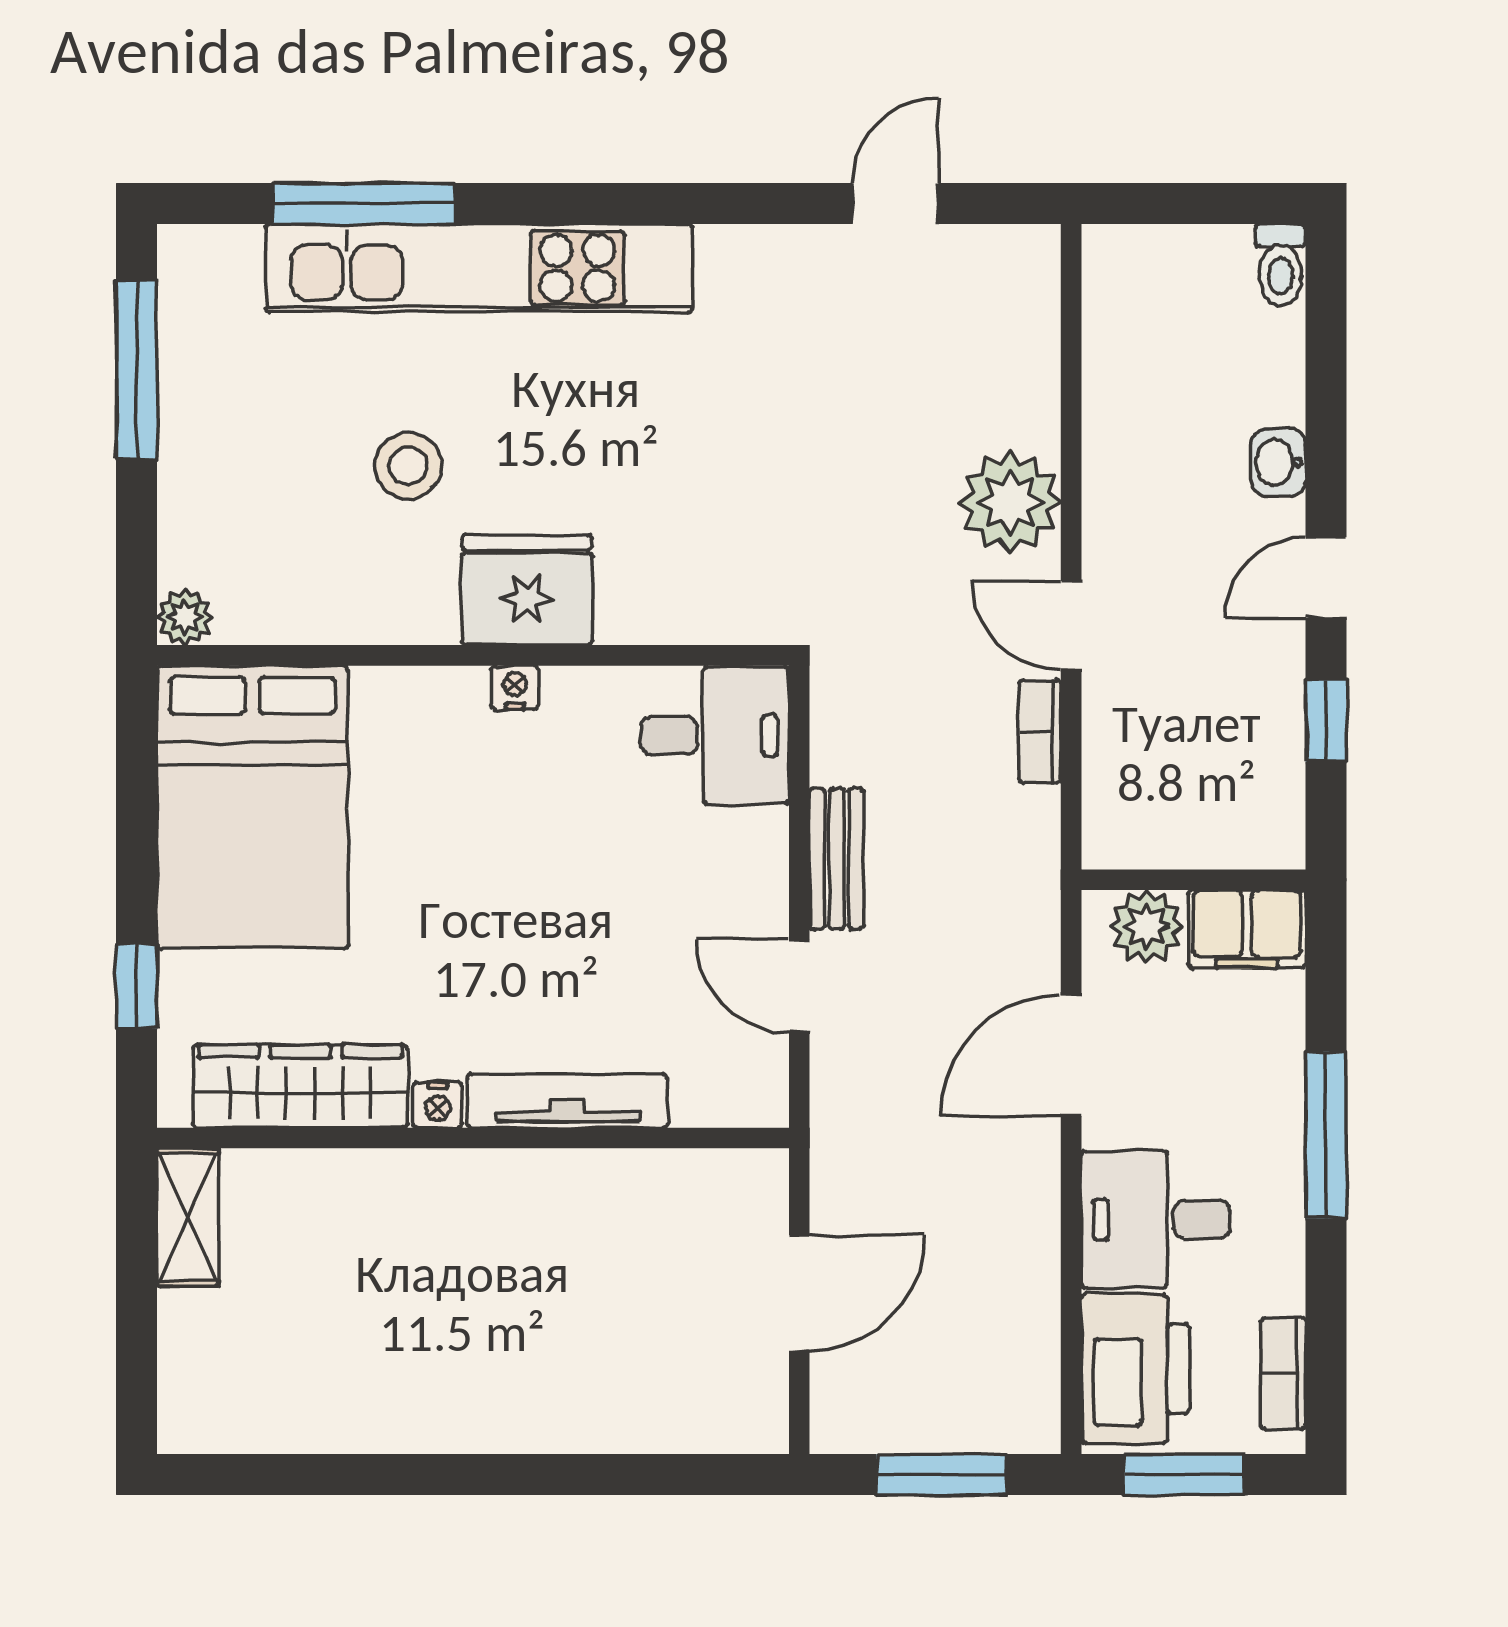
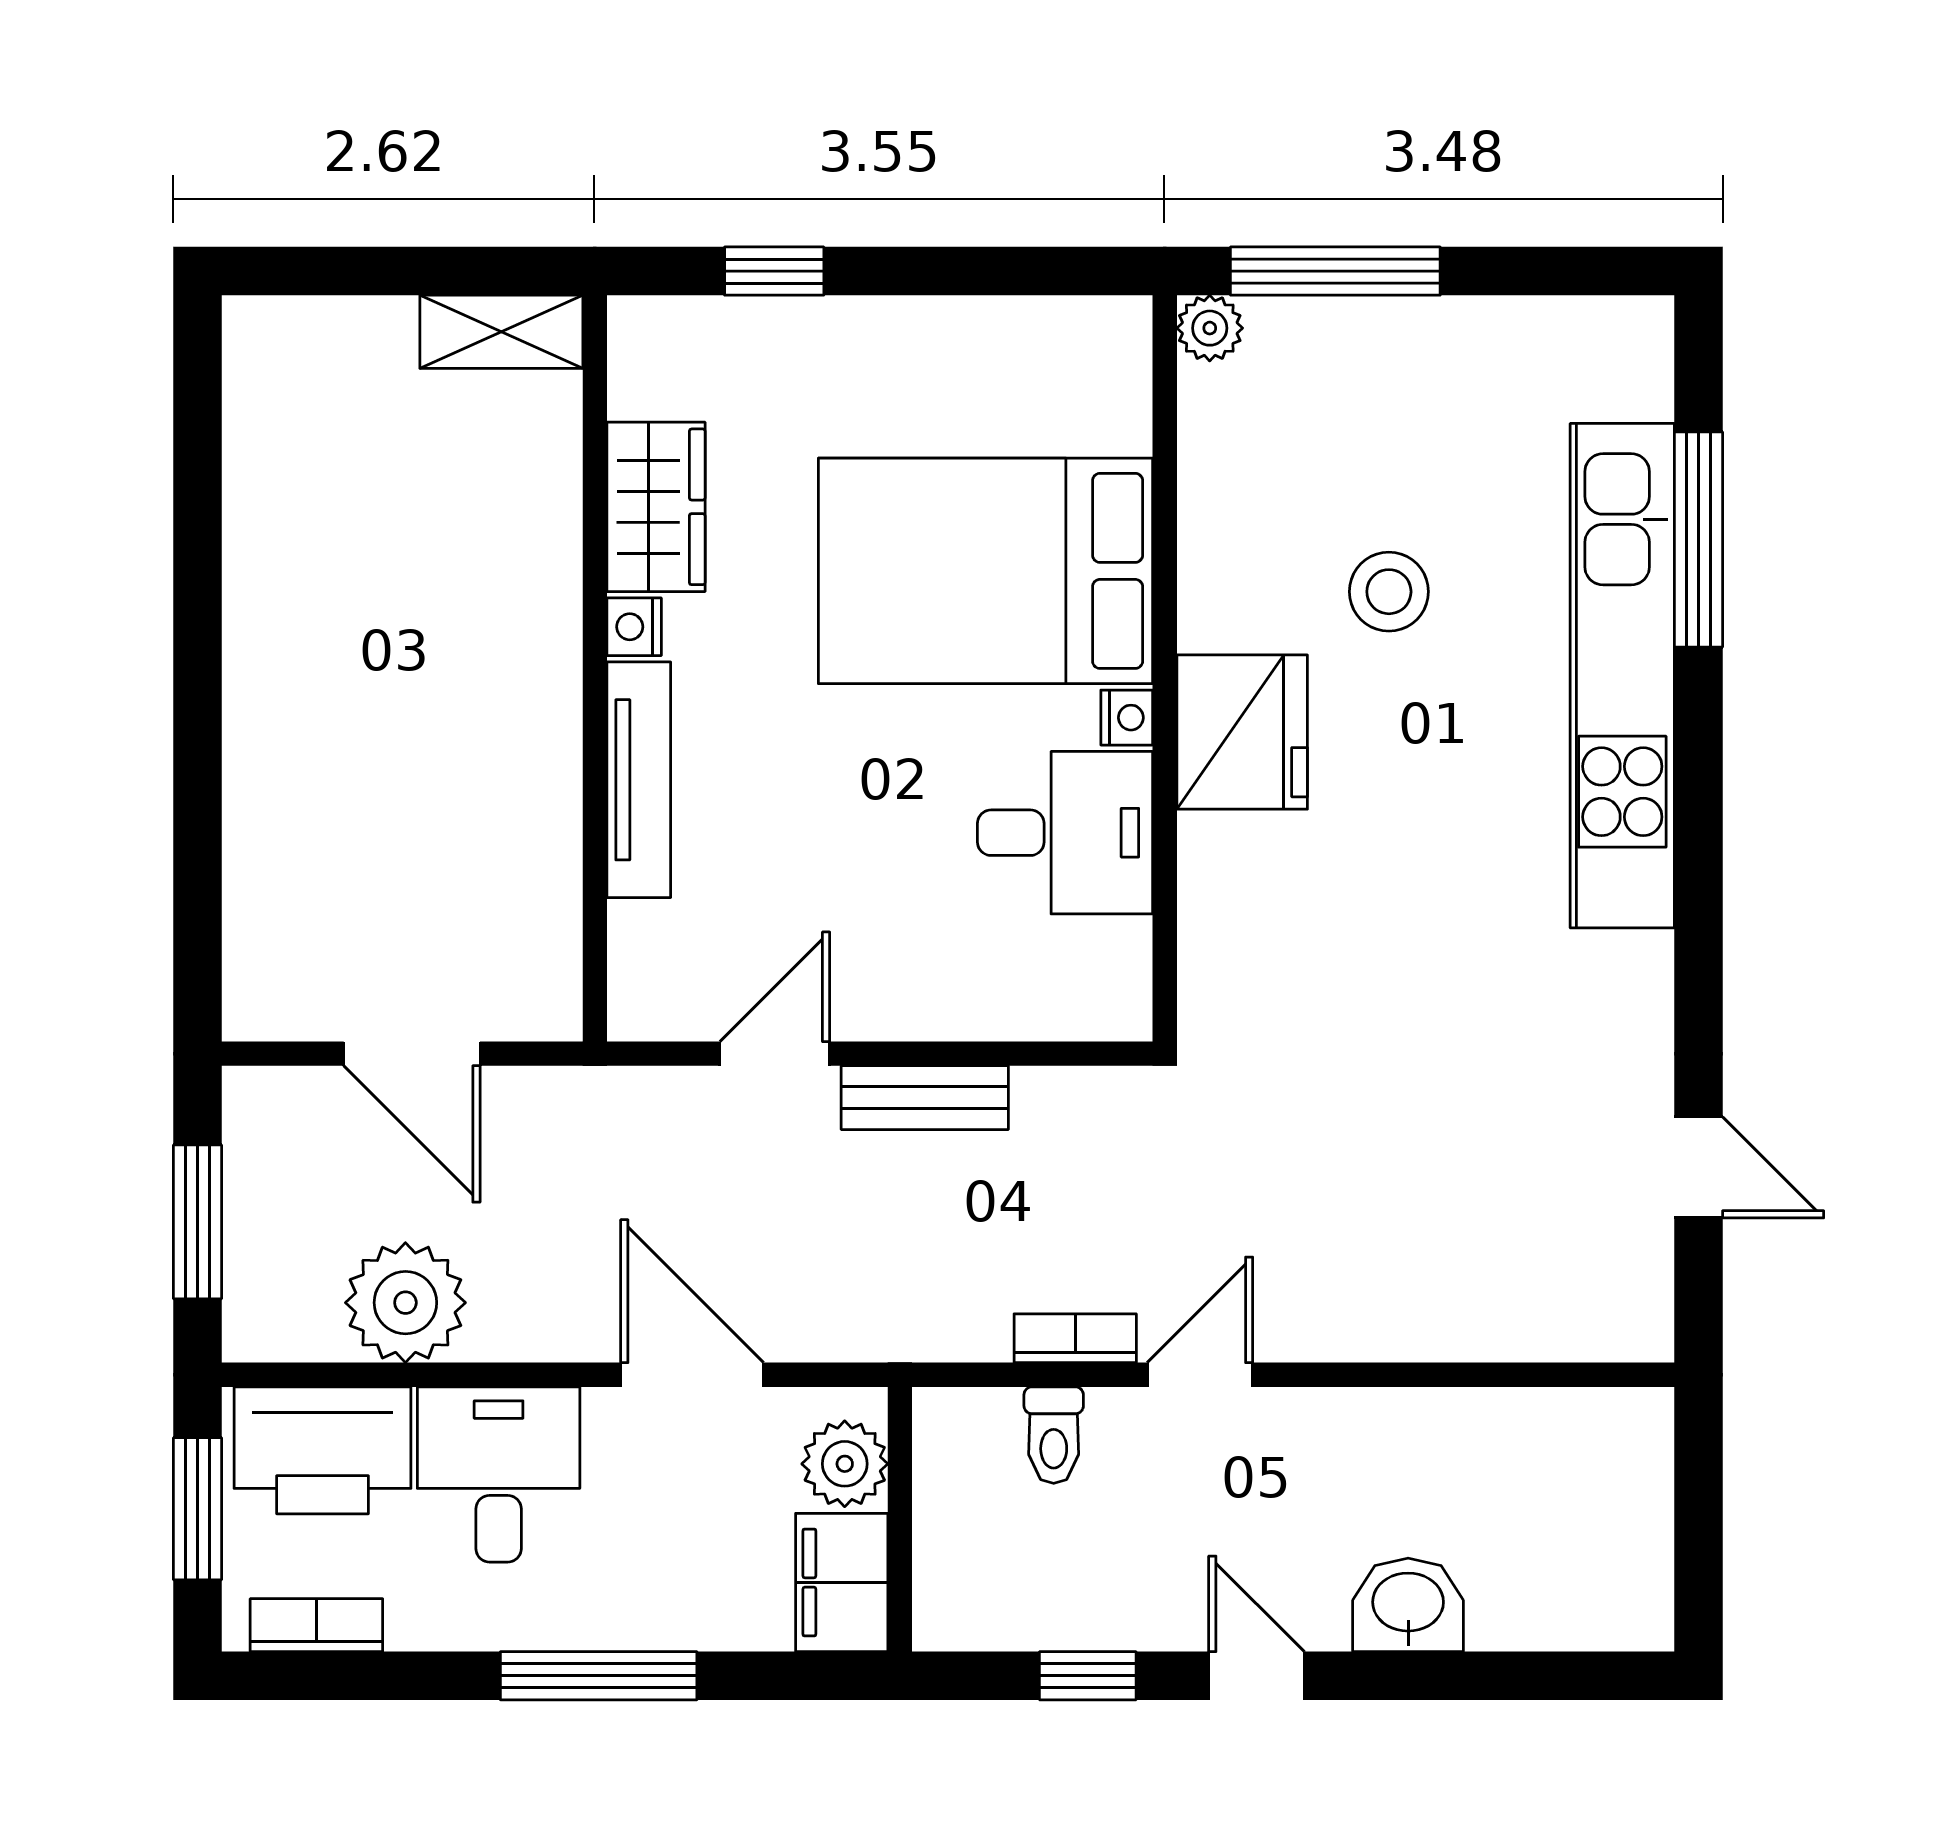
toilet: (1280, 265) -> (1054, 1435), moved, turned -90
window: (137, 370) -> (1335, 271), moved
washbasin: (1278, 462) -> (1408, 1605), width x1.38, depth x1.45
plant: (1010, 502) -> (405, 1303), moved
desk: (715, 735) -> (1065, 833), moved, turned -90
bed: (252, 807) -> (986, 571), moved
wardrobe: (300, 1086) -> (656, 507), width x0.67

